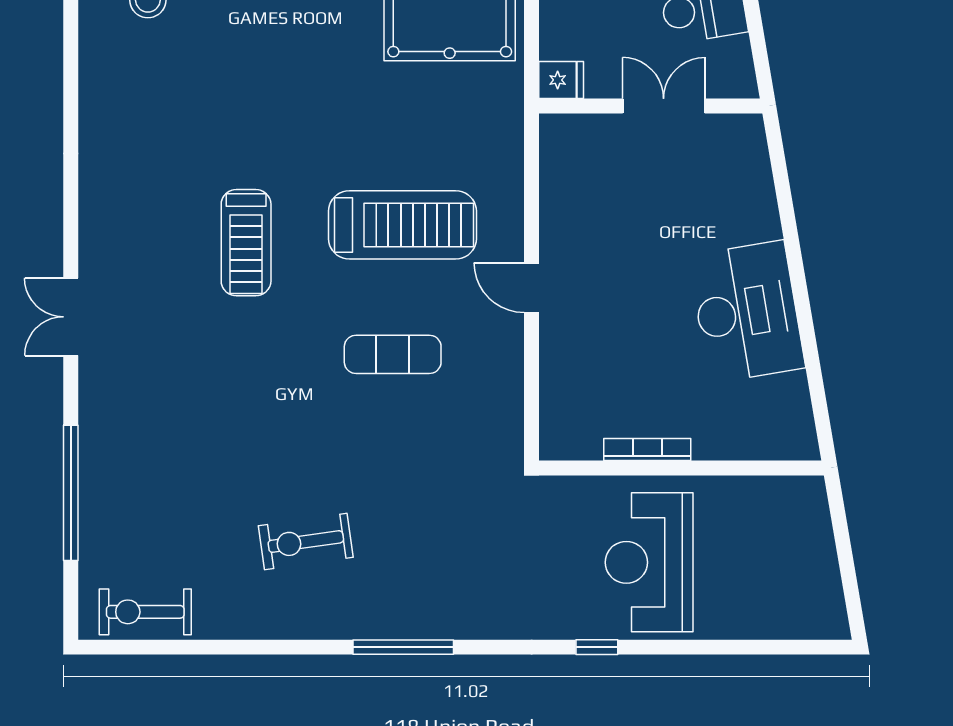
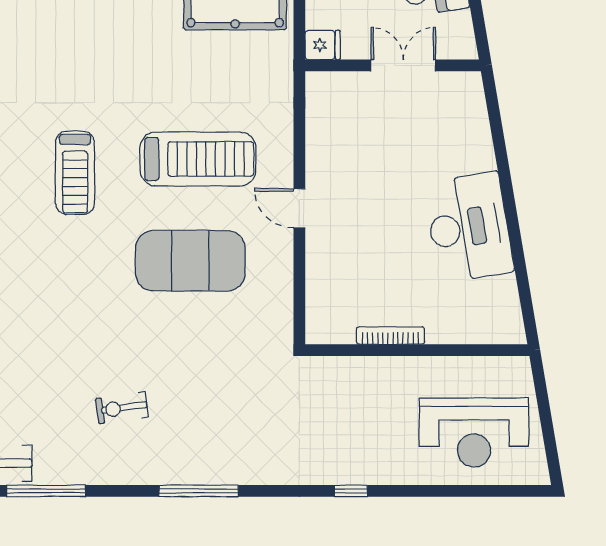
exercise mat: (393, 354) -> (190, 261), width x2.00, depth x1.45
exercise bike: (306, 542) -> (122, 408), width x0.73, depth x0.72
reception desk: (649, 562) -> (474, 433), moved, turned -90
window: (209, 647) -> (46, 491), added

